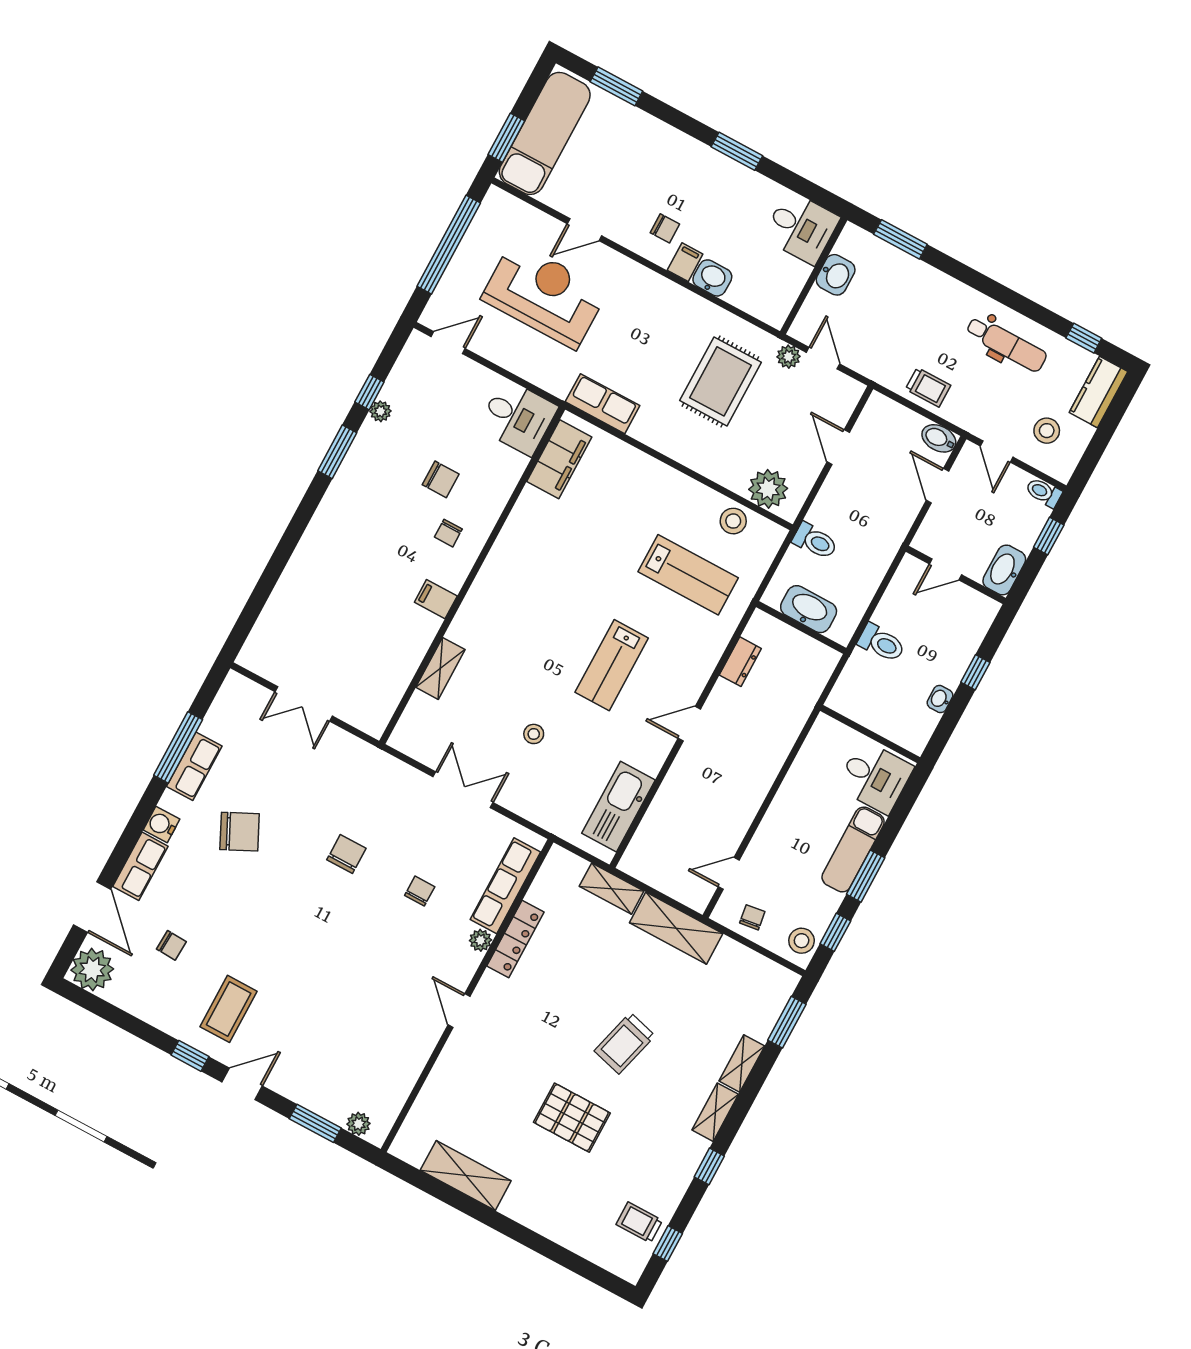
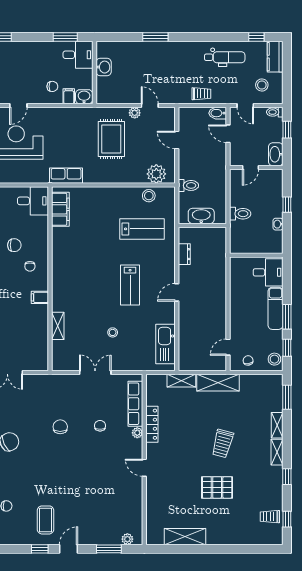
desk: (801, 227) -> (78, 55), moved
washbasin: (836, 275) -> (104, 67), moved
wall: (814, 276) -> (94, 72), moved

